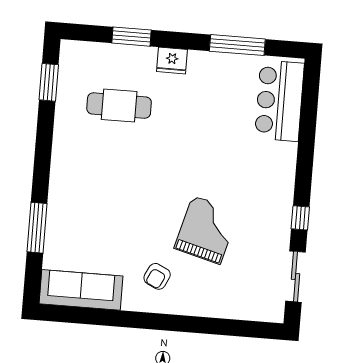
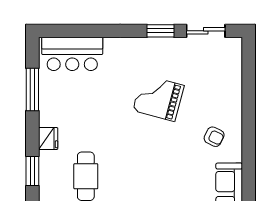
window: (300, 218) -> (161, 31), width x1.50
grand piano: (206, 230) -> (158, 98), moved

